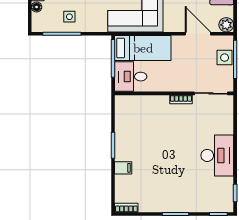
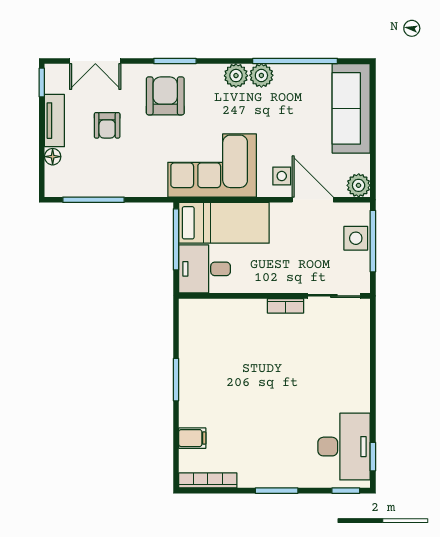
side table: (69, 17) -> (282, 176), moved
desk: (217, 155) -> (344, 447), moved
filing cabinet: (123, 168) -> (192, 438), moved
bookcase: (126, 208) -> (208, 480), width x1.56

